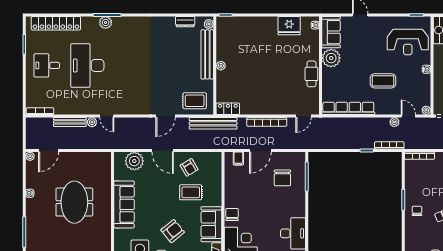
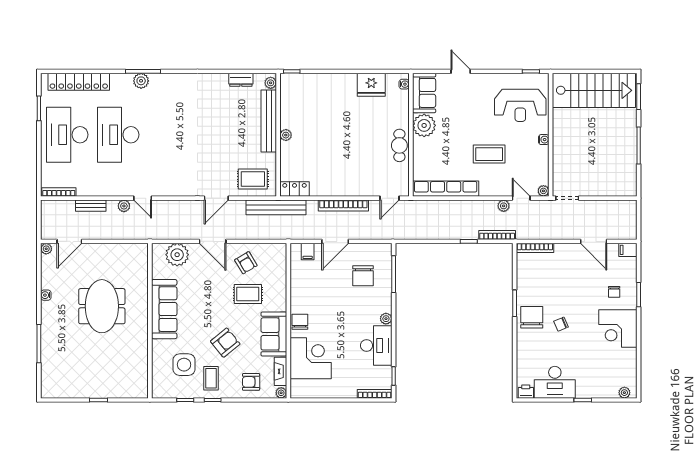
desk: (47, 65) -> (67, 135), width x1.87, depth x1.30
bench: (70, 122) -> (91, 206), width x0.73
chair: (417, 211) -> (532, 317), width x1.87, depth x1.87
plant: (301, 212) -> (386, 319), added

